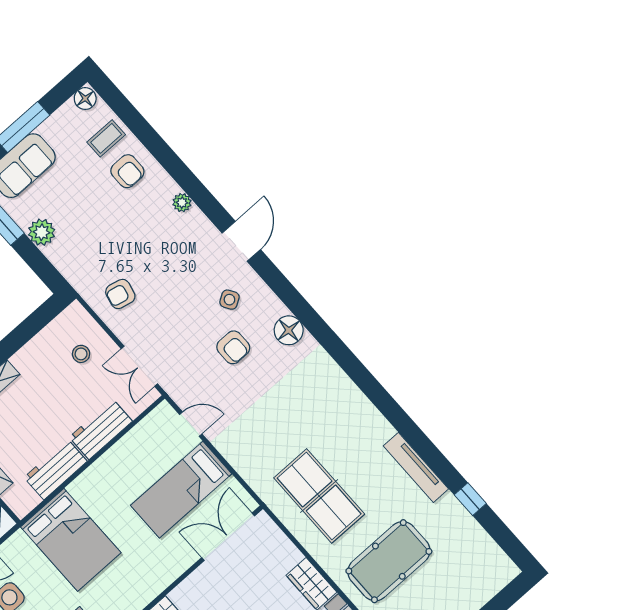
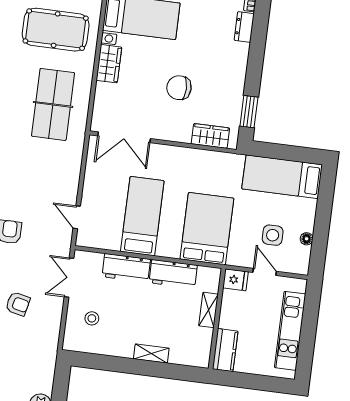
armchair: (120, 294) -> (18, 304), moved
double door: (139, 366) -> (69, 278), swing flipped
bed: (181, 490) -> (142, 216), moved, turned -90

